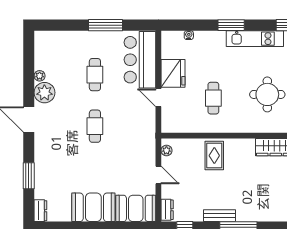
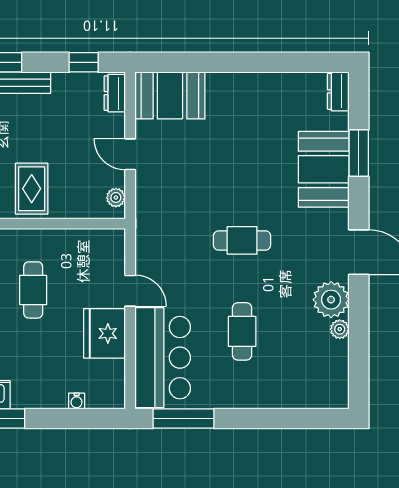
window: (105, 25) -> (184, 419), moved
cafe table: (95, 126) -> (242, 240), turned 90
booth: (93, 207) -> (324, 169), moved, turned 90

